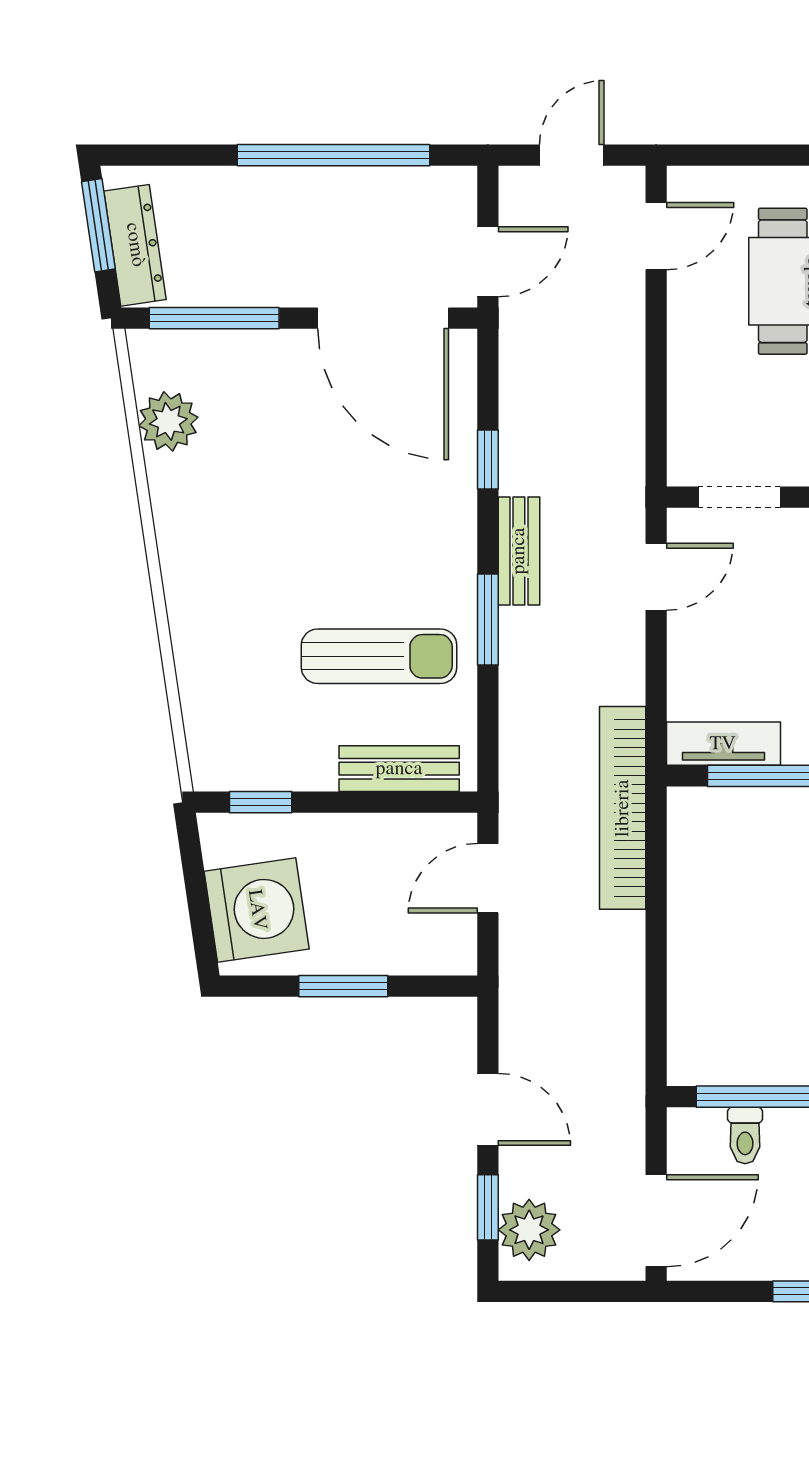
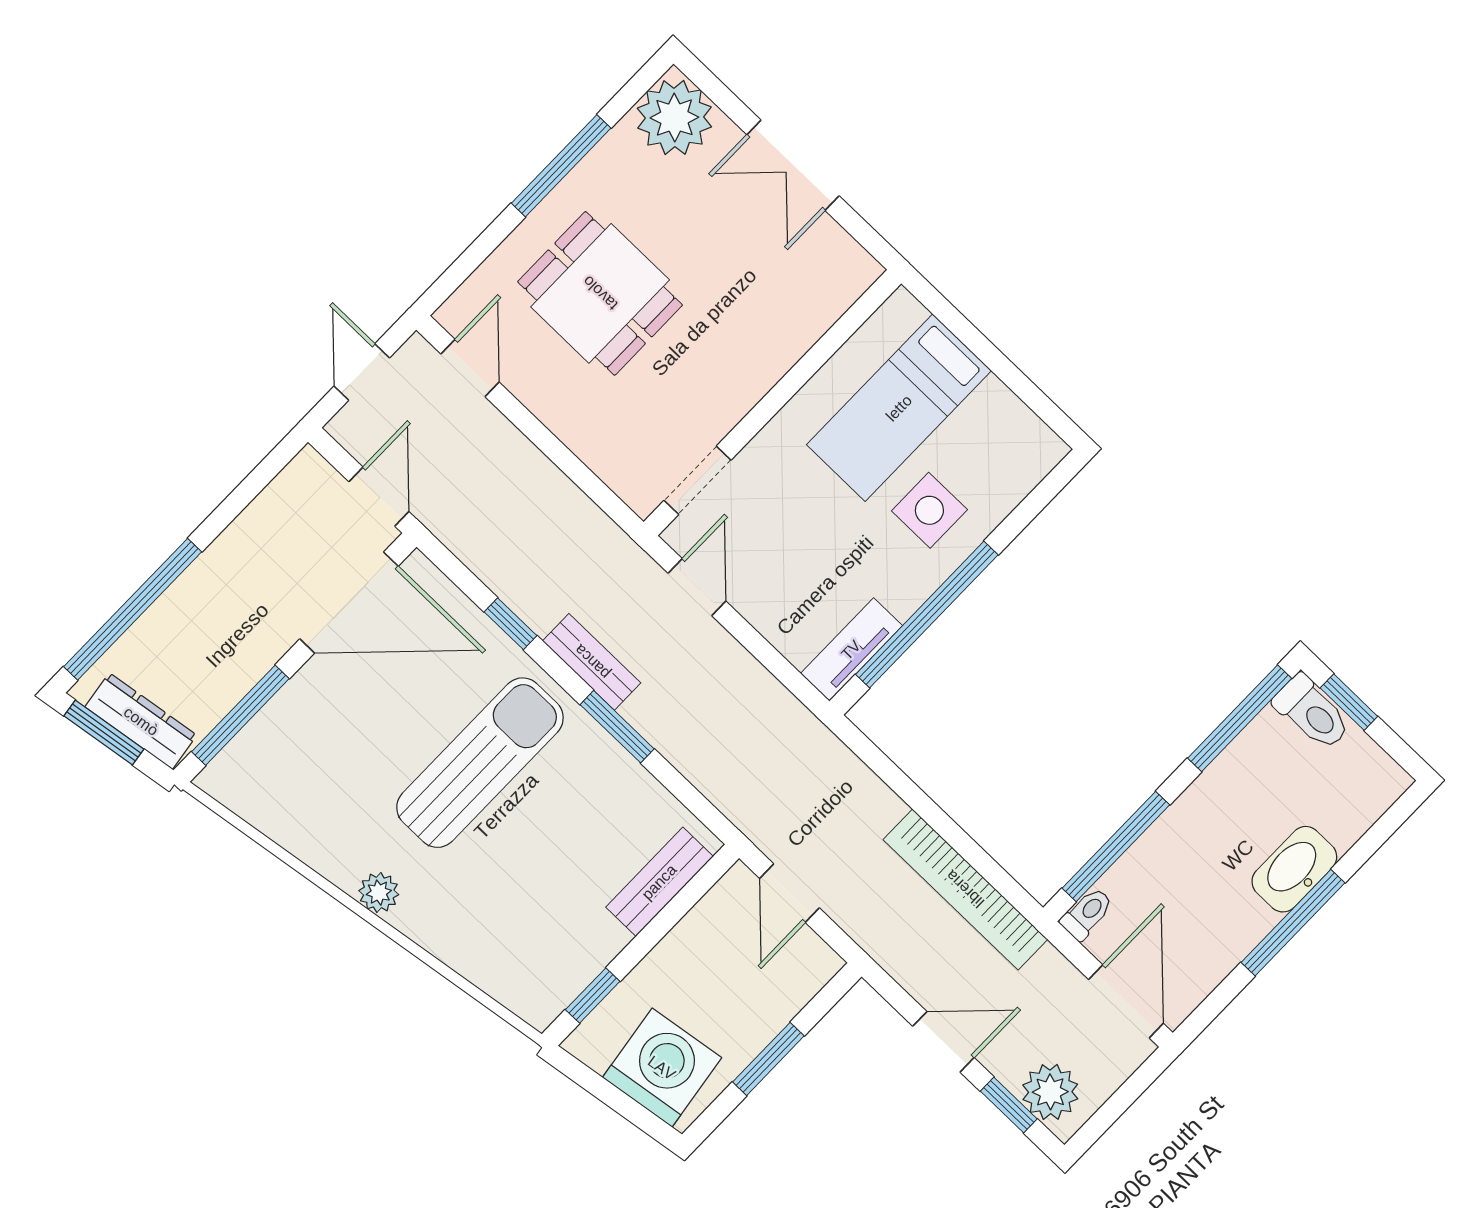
window: (333, 155) -> (133, 609), moved
plant: (168, 421) -> (379, 893), moved, width x0.73, depth x0.73
sun lounger: (379, 656) -> (480, 763), moved, width x1.36, depth x1.34
bookcase: (623, 808) -> (965, 889), moved
toilet: (745, 1136) -> (1087, 914), moved, turned -90

